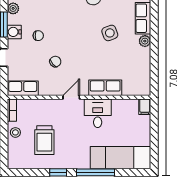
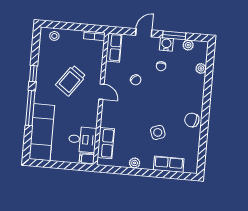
plant: (145, 41) -> (135, 163), moved
row of seats: (105, 88) -> (106, 143), moved
desk: (98, 113) -> (82, 139), moved
stool: (15, 132) -> (54, 36), moved
trolley: (44, 140) -> (71, 81), moved, turned -54

